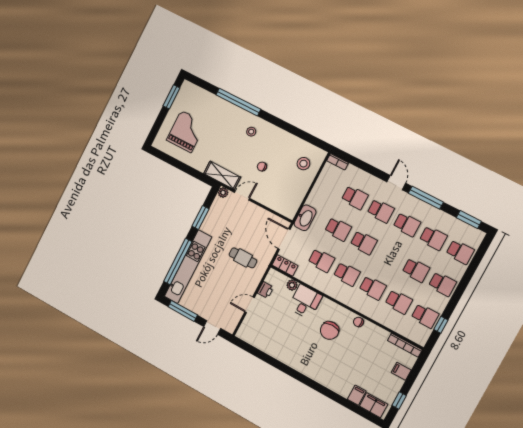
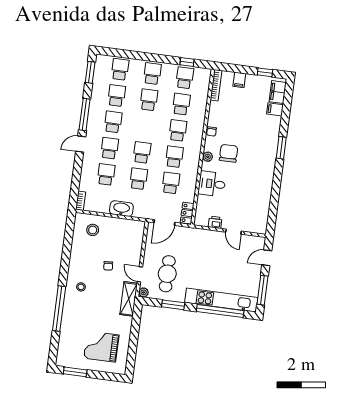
washbasin: (305, 218) -> (121, 209), moved
cafe table: (243, 258) -> (167, 274), moved, width x1.37, depth x1.35
plant: (292, 285) -> (208, 157), moved
door: (212, 327) -> (267, 258), swing flipped
chair: (330, 330) -> (229, 153), turned -90
window: (315, 386) -> (281, 148), added

